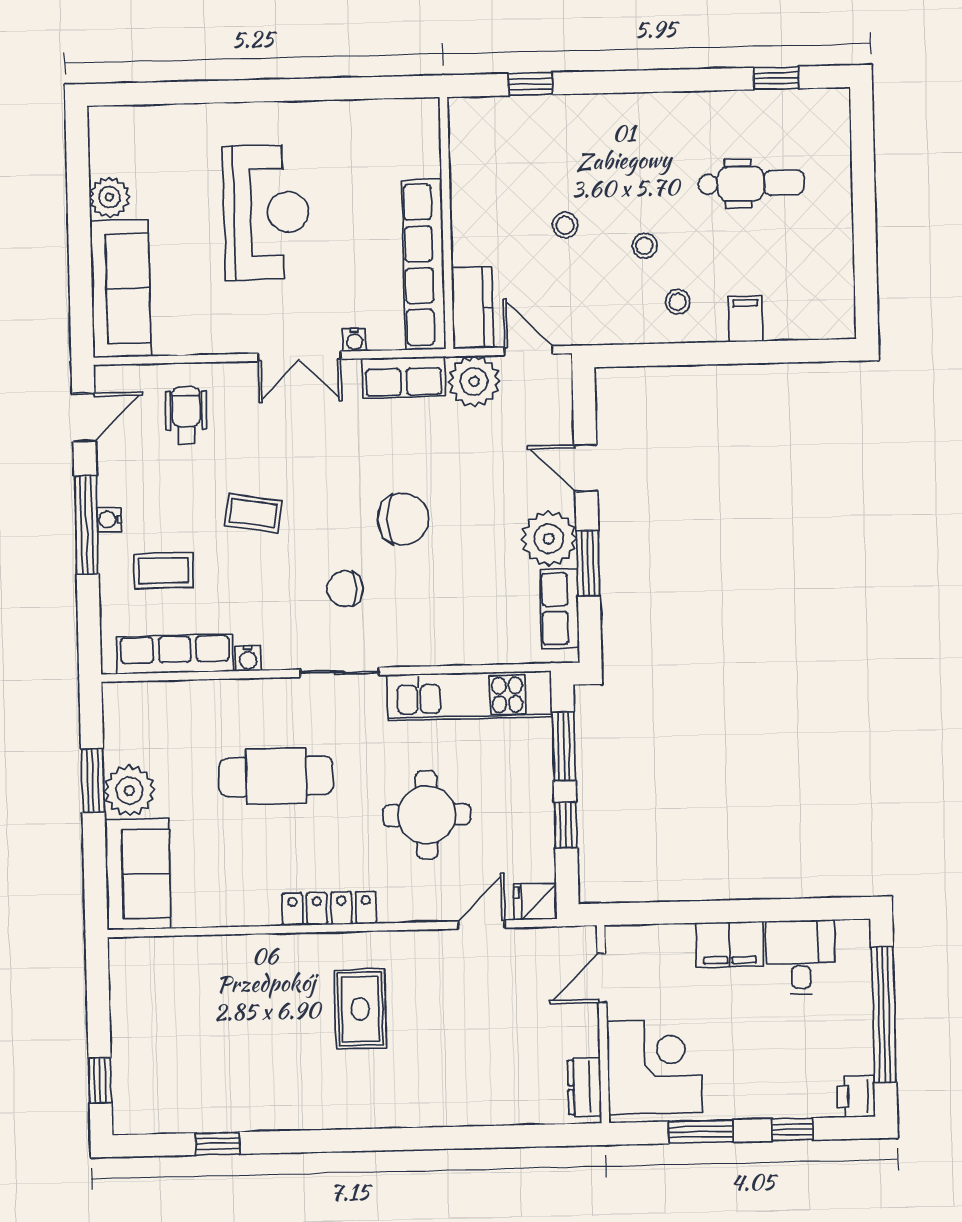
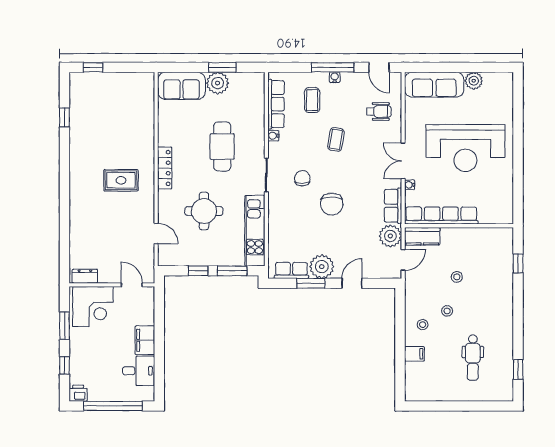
reception desk: (266, 212) -> (465, 148), width x1.36, depth x1.30
fridge: (535, 902) -> (165, 257), removed

